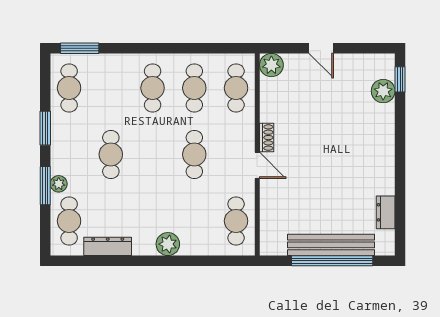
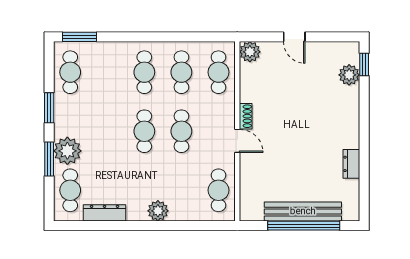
cafe table: (111, 154) -> (144, 131), moved
plant: (59, 184) -> (67, 151), width x1.88, depth x1.88
dresser: (386, 212) -> (351, 164), moved

